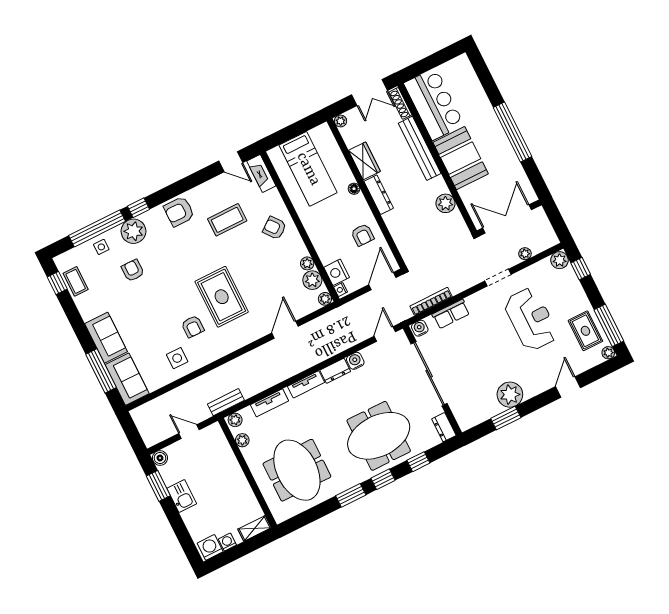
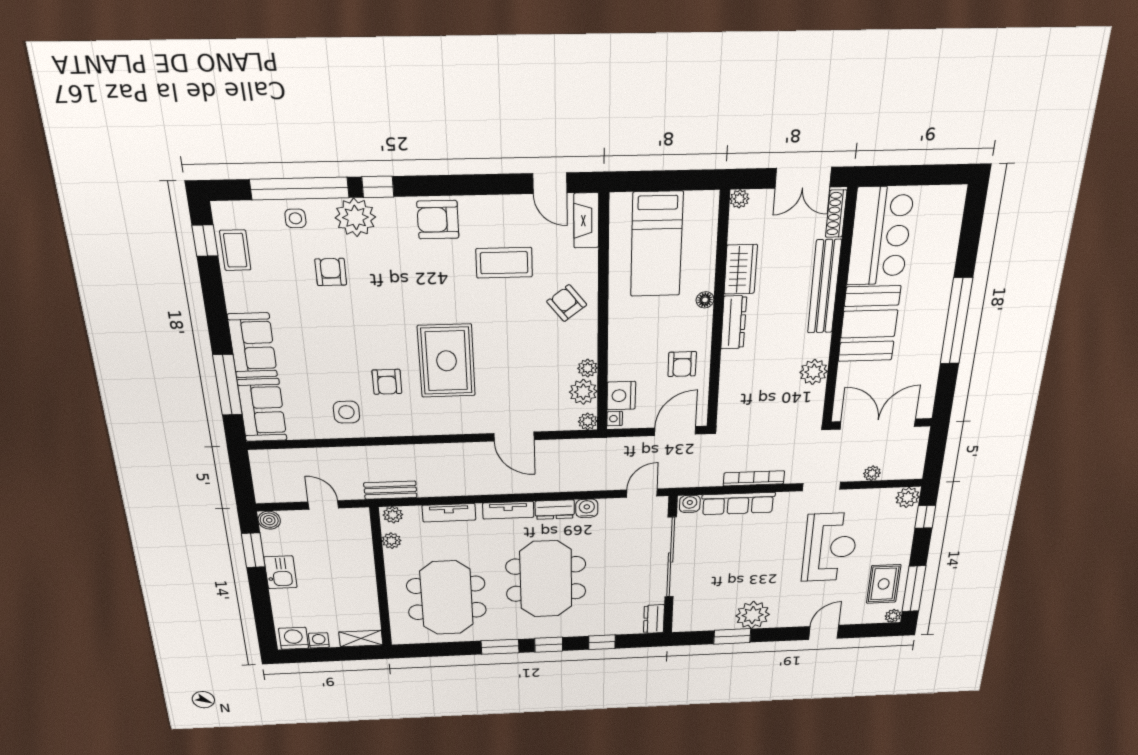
bookcase: (431, 301) -> (754, 478), moved
row of seats: (451, 314) -> (738, 504), width x1.48
door: (285, 330) -> (514, 437), swing flipped
meeting table: (379, 436) -> (546, 579), moved, turned 90

